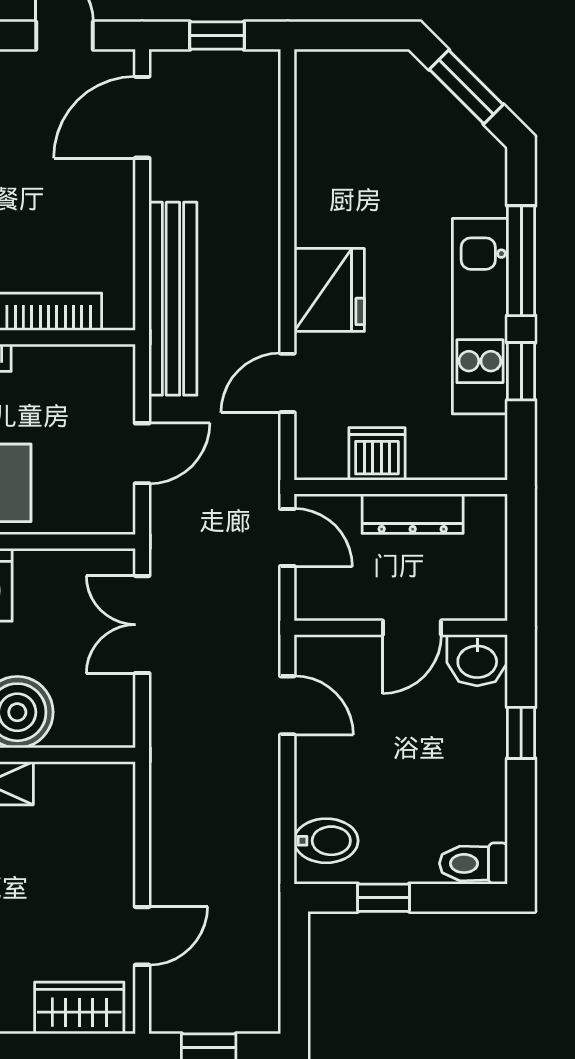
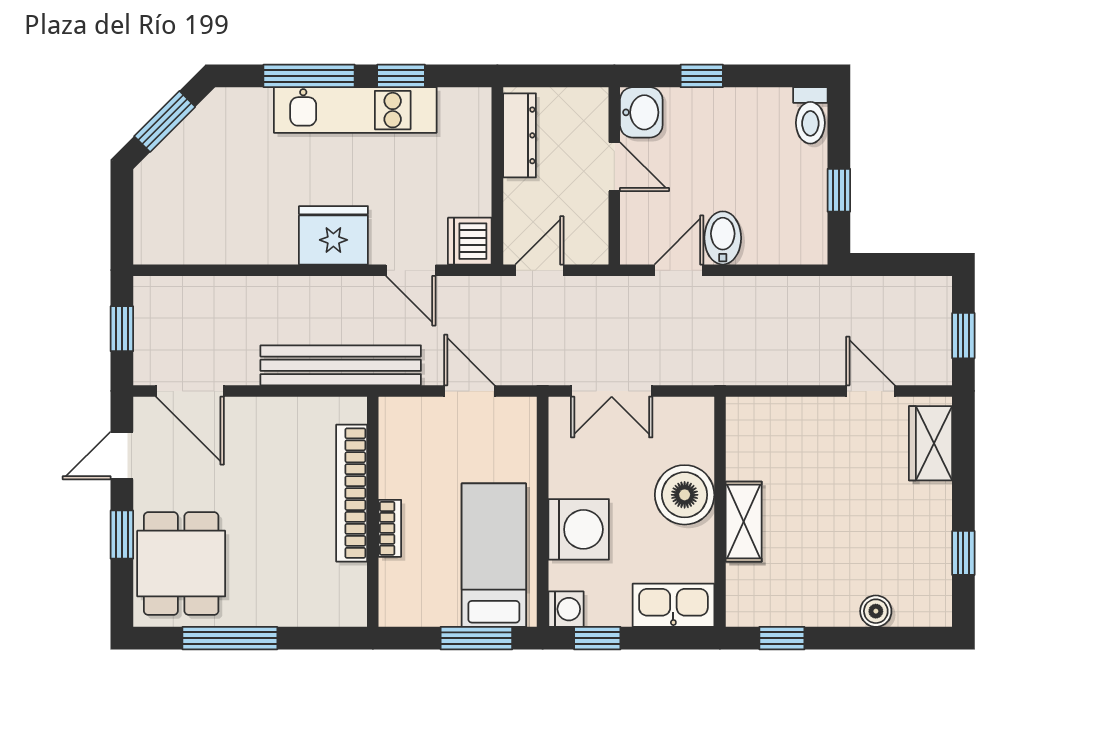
dishwasher: (377, 454) -> (470, 241), moved
dresser: (413, 514) -> (519, 135), moved
bidet: (326, 841) -> (723, 238), moved

